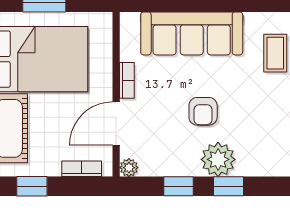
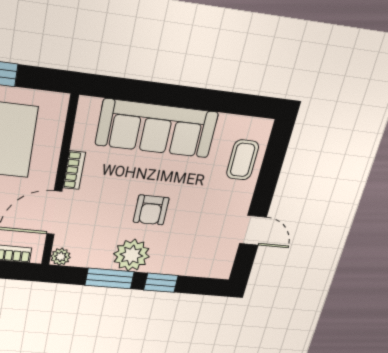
plant: (218, 159) -> (131, 255), moved
window: (178, 186) -> (110, 278), width x1.50

